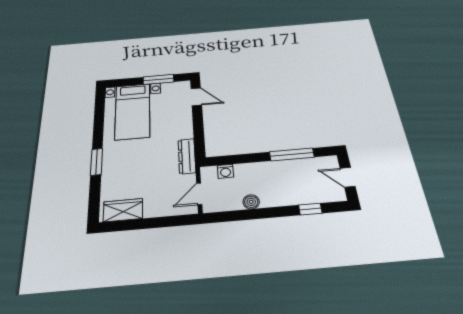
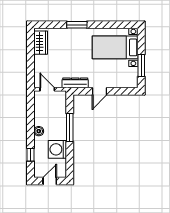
door: (196, 97) -> (100, 91), moved
window: (292, 154) -> (70, 128), moved
washing machine: (225, 171) -> (57, 149), moved, width x1.89, depth x1.89
boiler: (251, 202) -> (39, 131), moved

